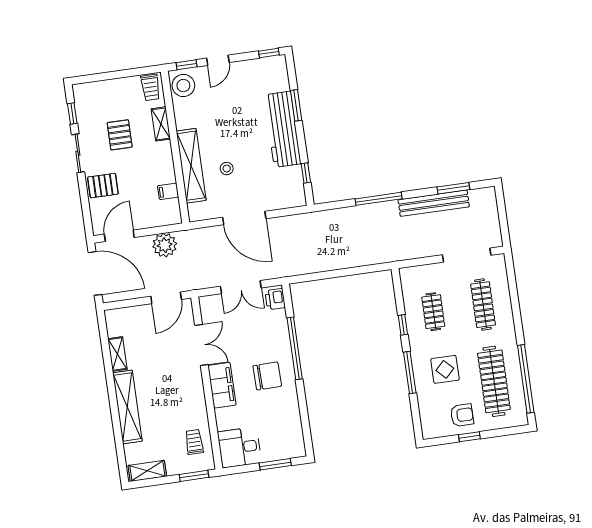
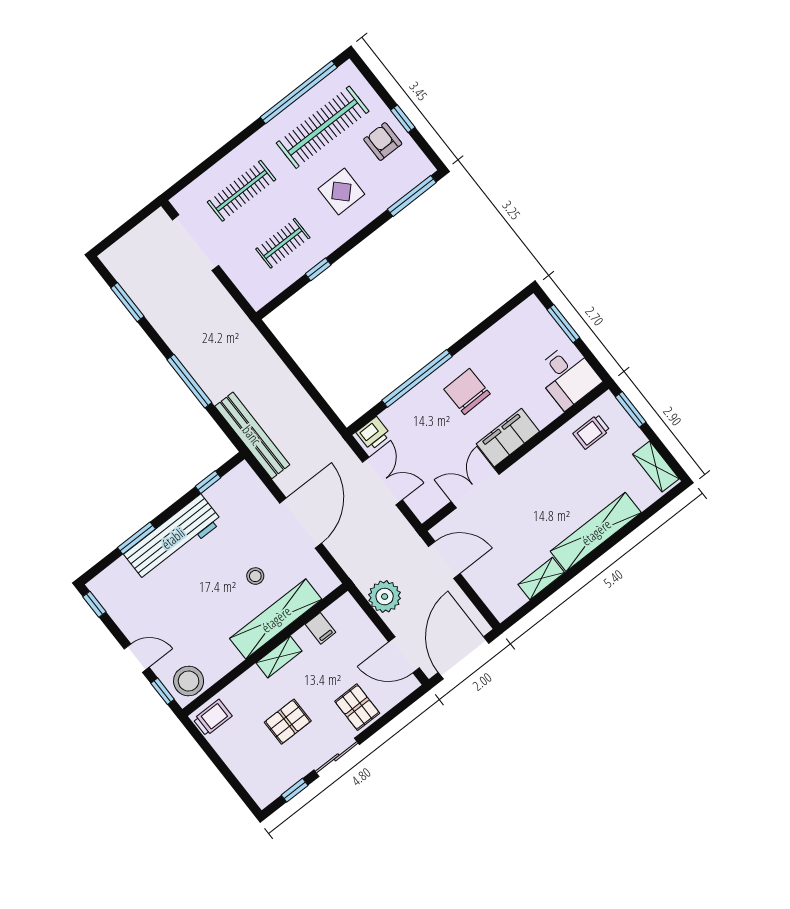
shelving: (161, 124) -> (279, 657), moved
bench: (434, 203) -> (252, 435), moved
window: (410, 372) -> (412, 196), moved

